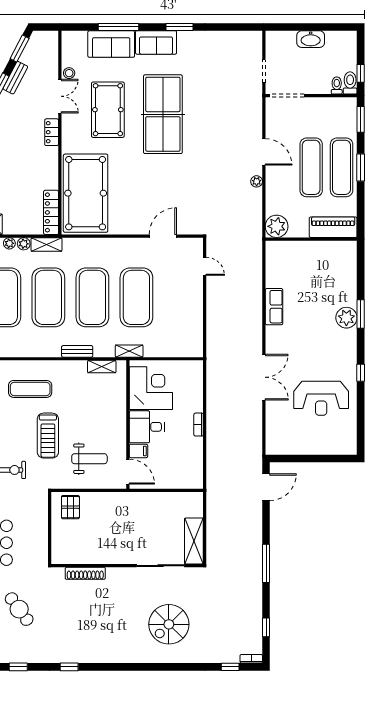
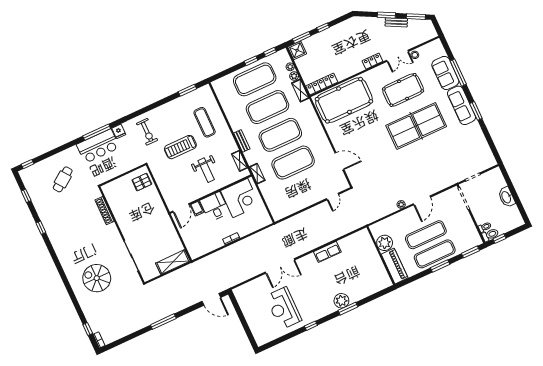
sofa: (156, 42) -> (461, 105), width x1.36
plant: (277, 226) -> (385, 243), moved
weight bench: (89, 459) -> (206, 170), moved
shelving: (194, 541) -> (173, 262), moved
window: (266, 627) -> (123, 340), removed

